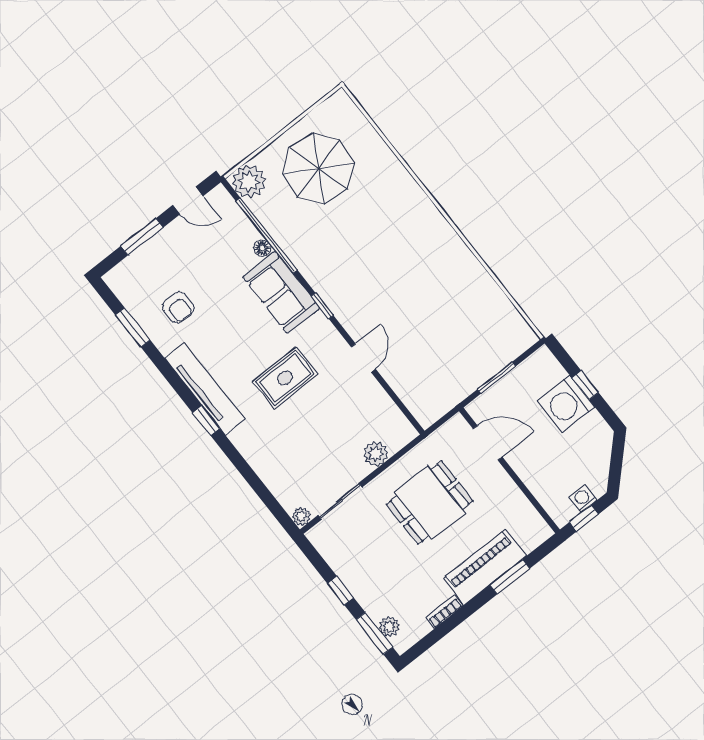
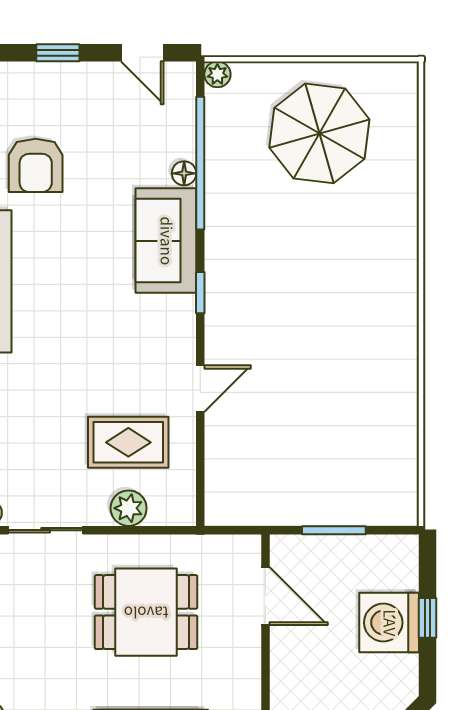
plant: (249, 181) -> (217, 74), width x0.53, depth x0.53
window: (142, 237) -> (58, 53), width x0.67
armchair: (178, 307) -> (36, 165), width x1.38, depth x1.38
rug: (285, 378) -> (128, 442), moved

